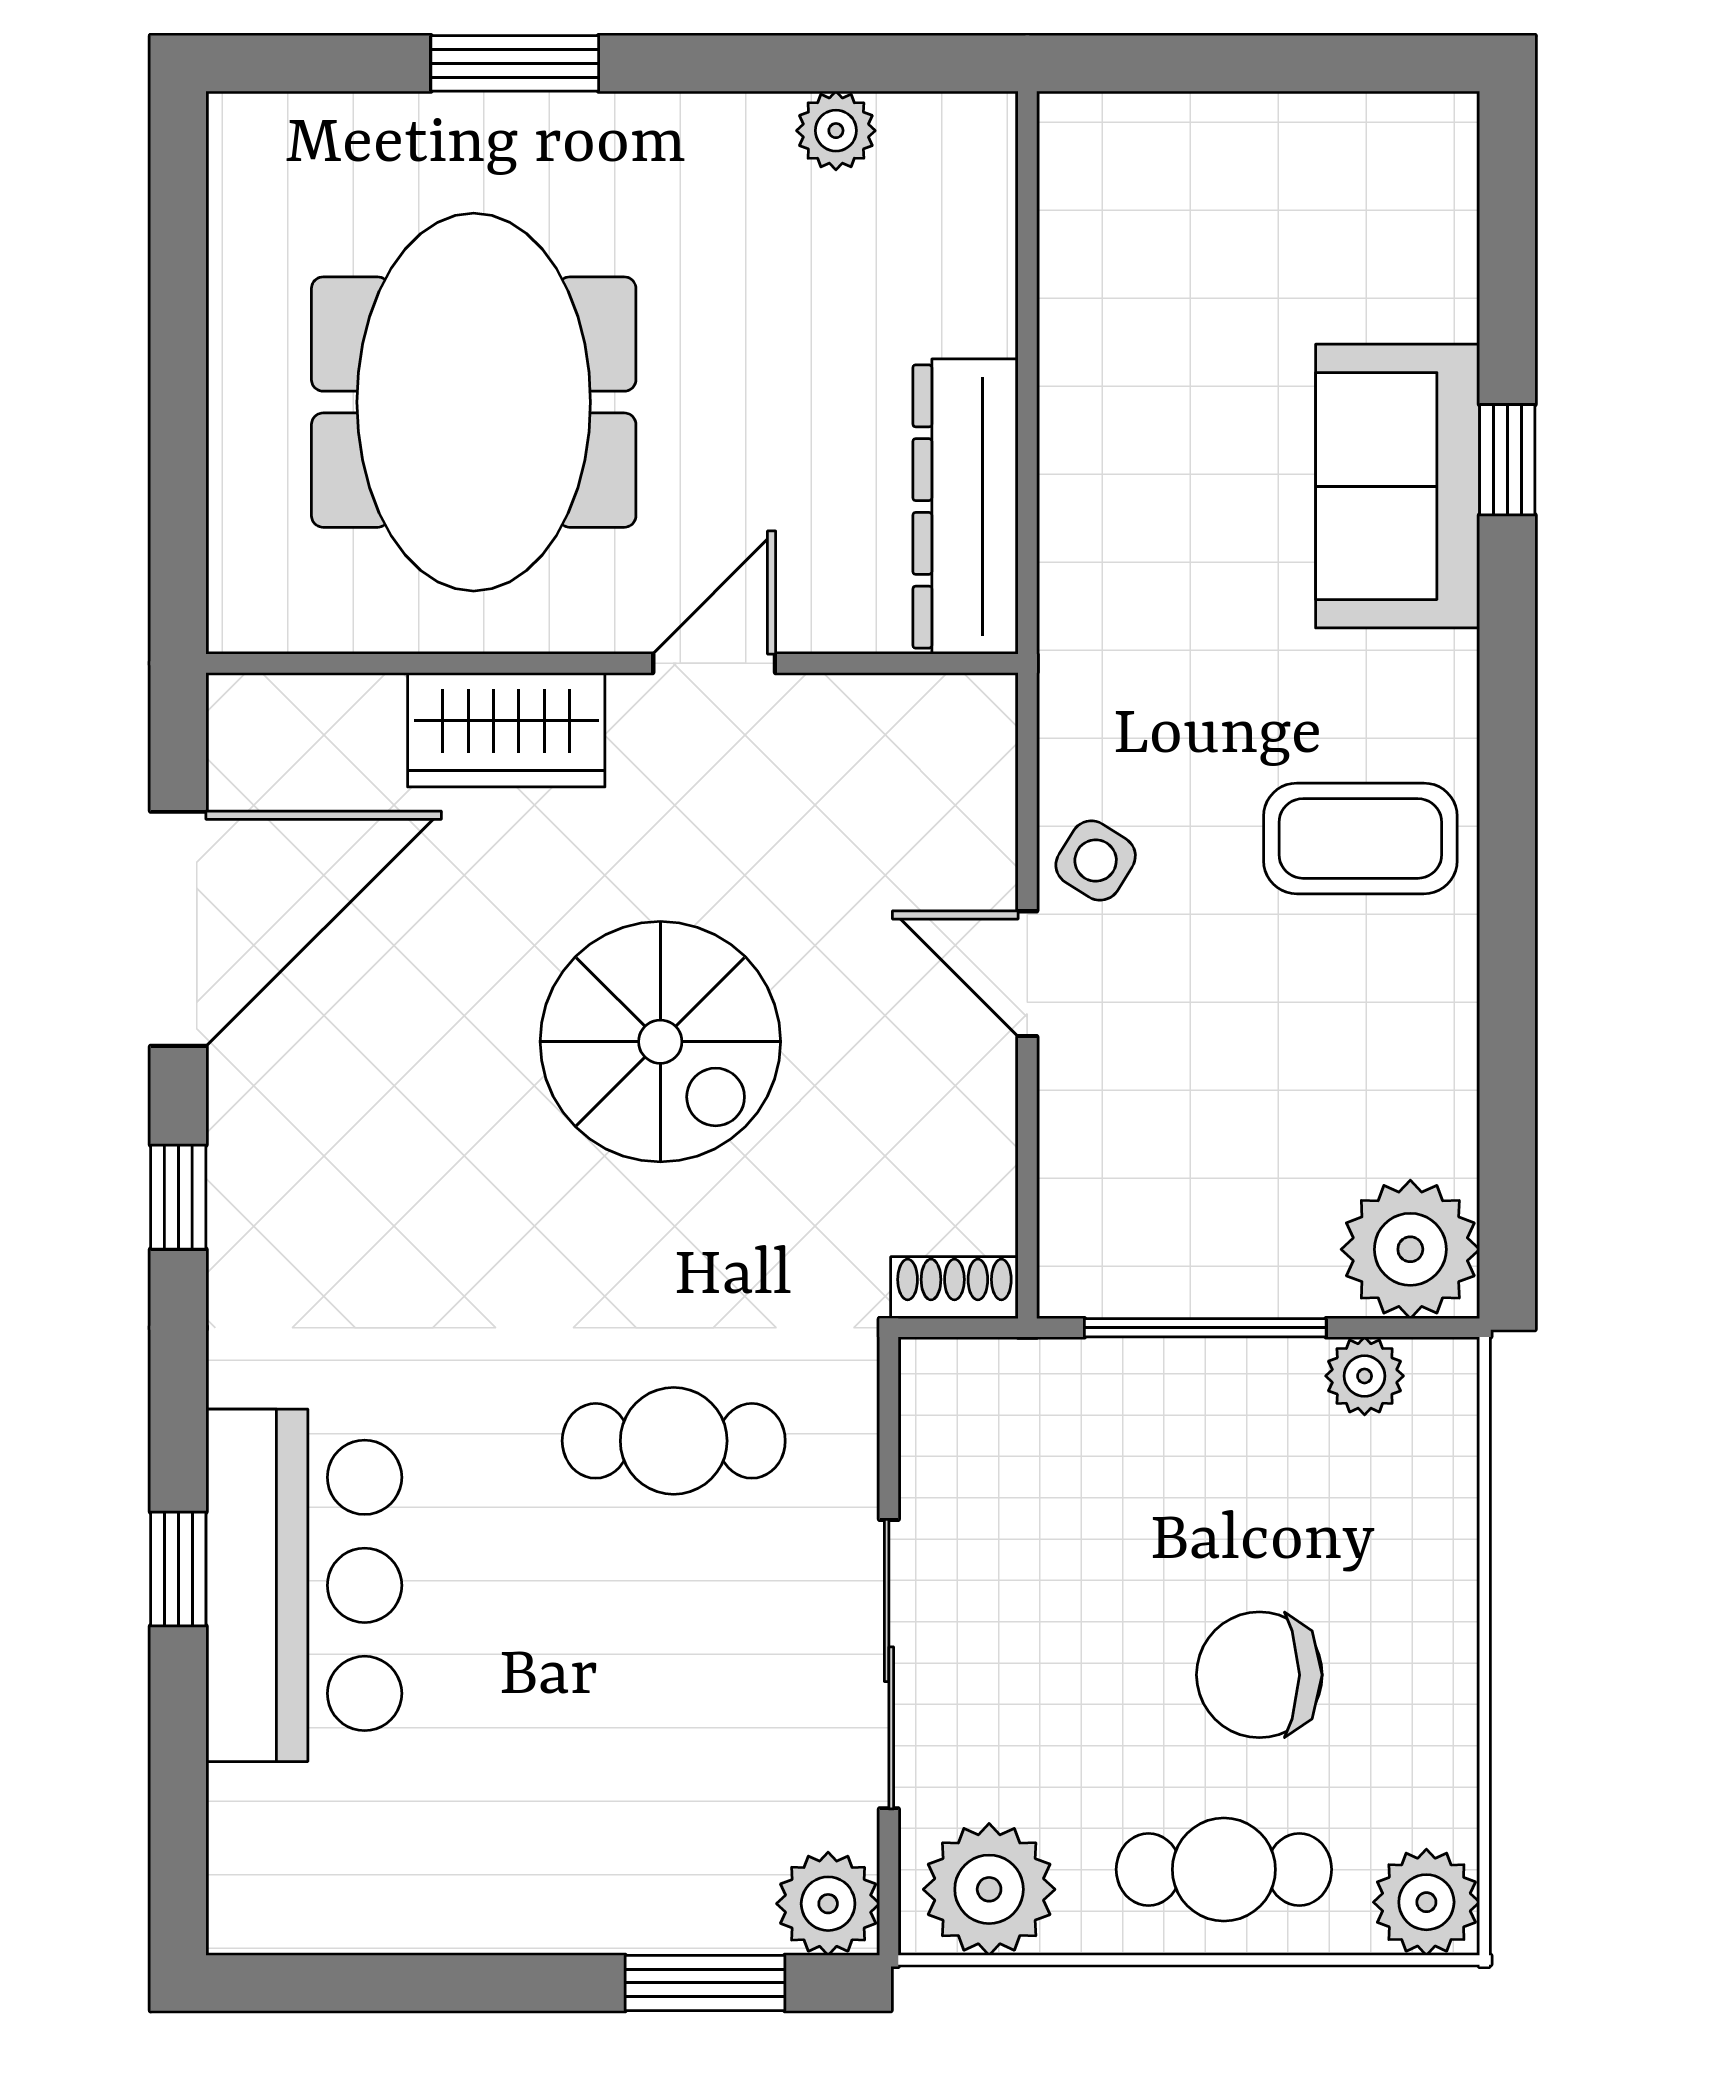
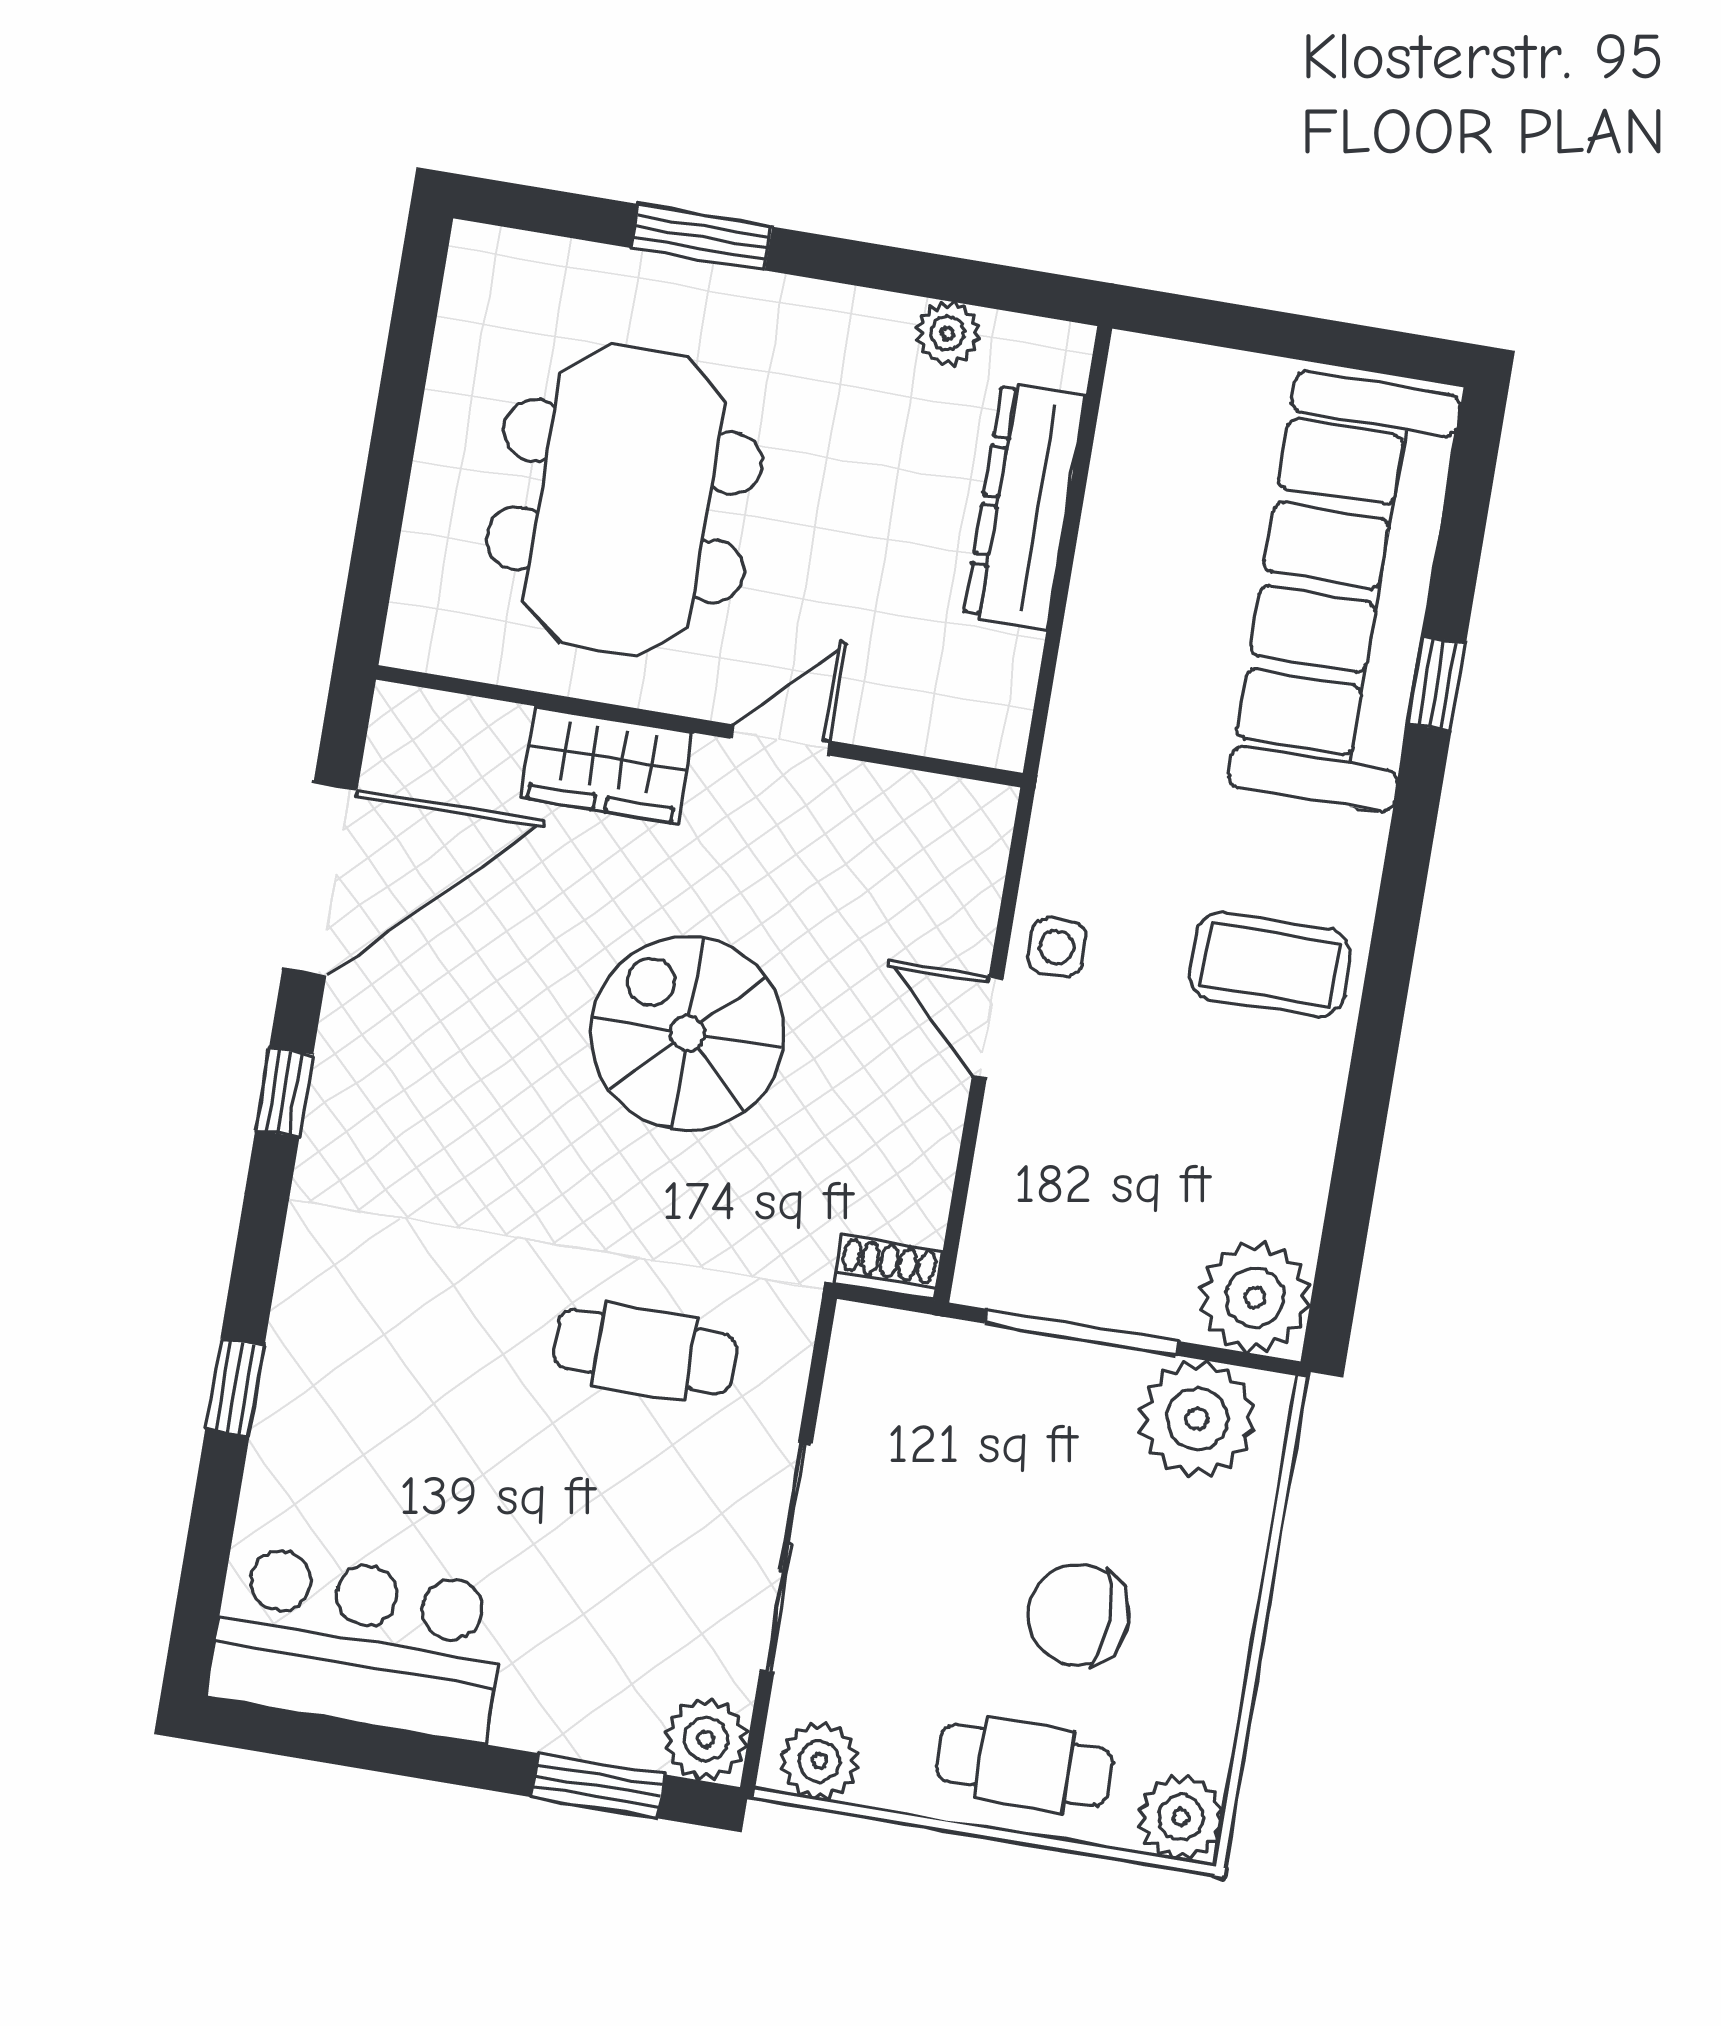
sofa: (1398, 486) -> (1345, 591), width x1.85, depth x1.27
dresser: (965, 506) -> (1024, 506), moved
side table: (1096, 861) -> (1057, 947), turned -32
spiral stairs: (660, 1042) -> (687, 1033), turned 180
plant: (1365, 1376) -> (1197, 1419), width x1.88, depth x1.88
bar counter: (304, 1585) -> (358, 1643), moved, turned -90
plant: (989, 1889) -> (819, 1761), width x0.73, depth x0.73

